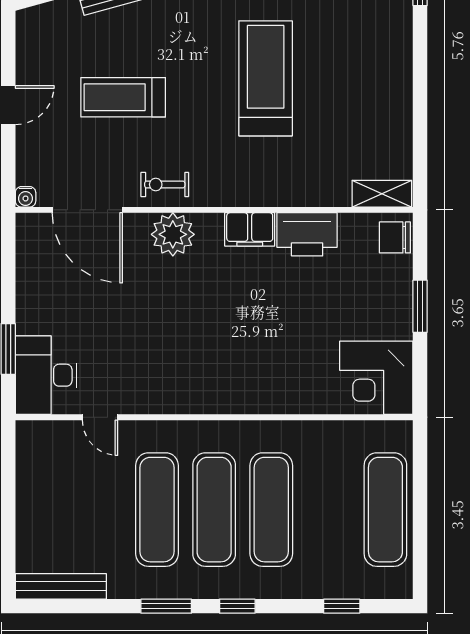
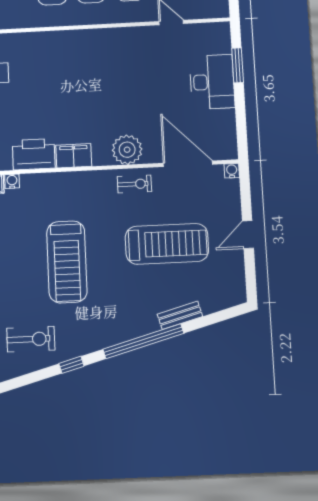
treadmill: (123, 97) -> (167, 244), width x1.37, depth x1.38
water cooler: (340, 197) -> (12, 181), added
desk: (46, 375) -> (212, 82), moved

